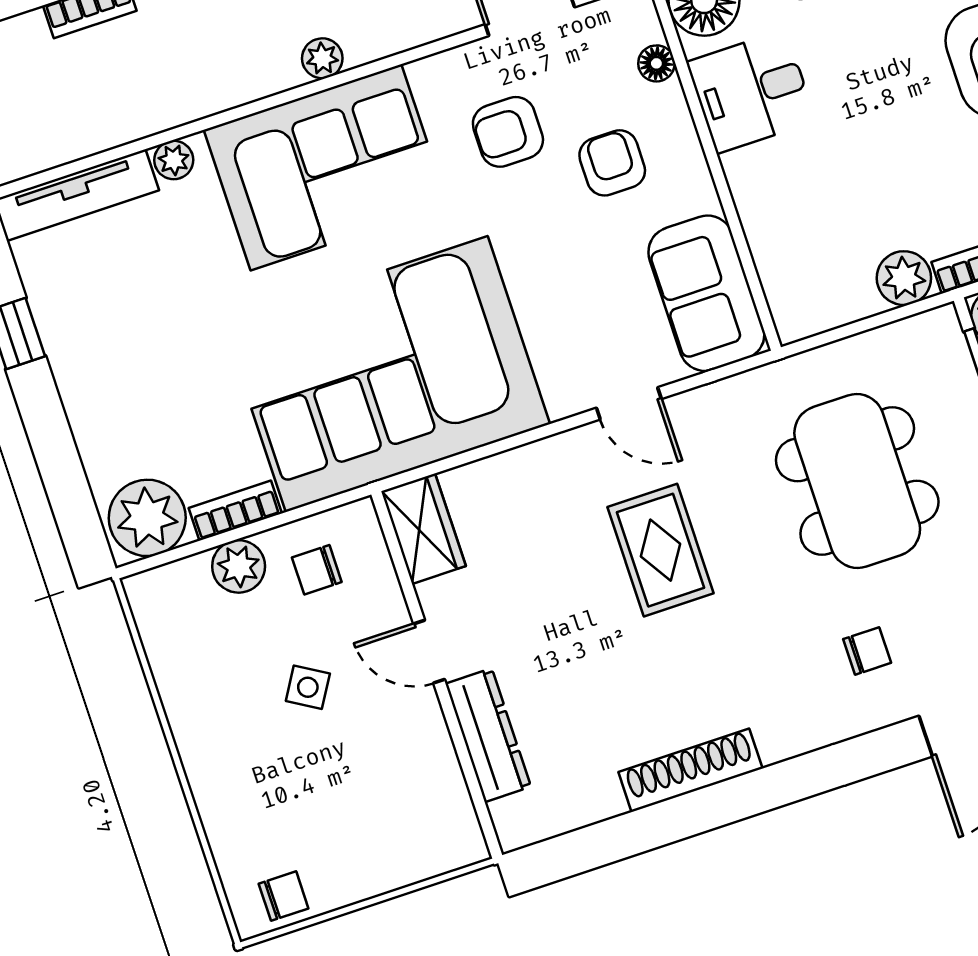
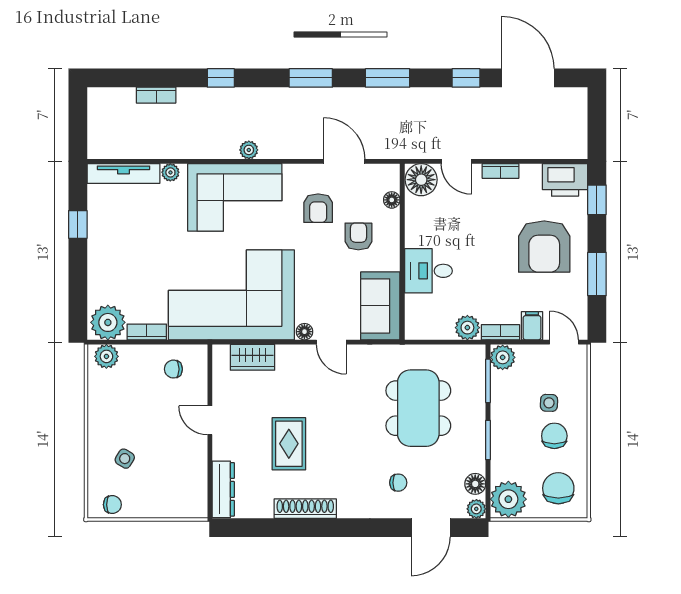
desk: (751, 92) -> (428, 271), moved
armchair: (508, 132) -> (318, 208), turned -90
floor lamp: (565, 400) -> (304, 332), added
wardrobe: (423, 529) -> (253, 357), moved, turned 90
rug: (661, 550) -> (289, 444), moved
plant: (239, 566) -> (106, 356), moved
side table: (308, 687) -> (125, 459), moved
dresser: (488, 735) -> (223, 489), moved

